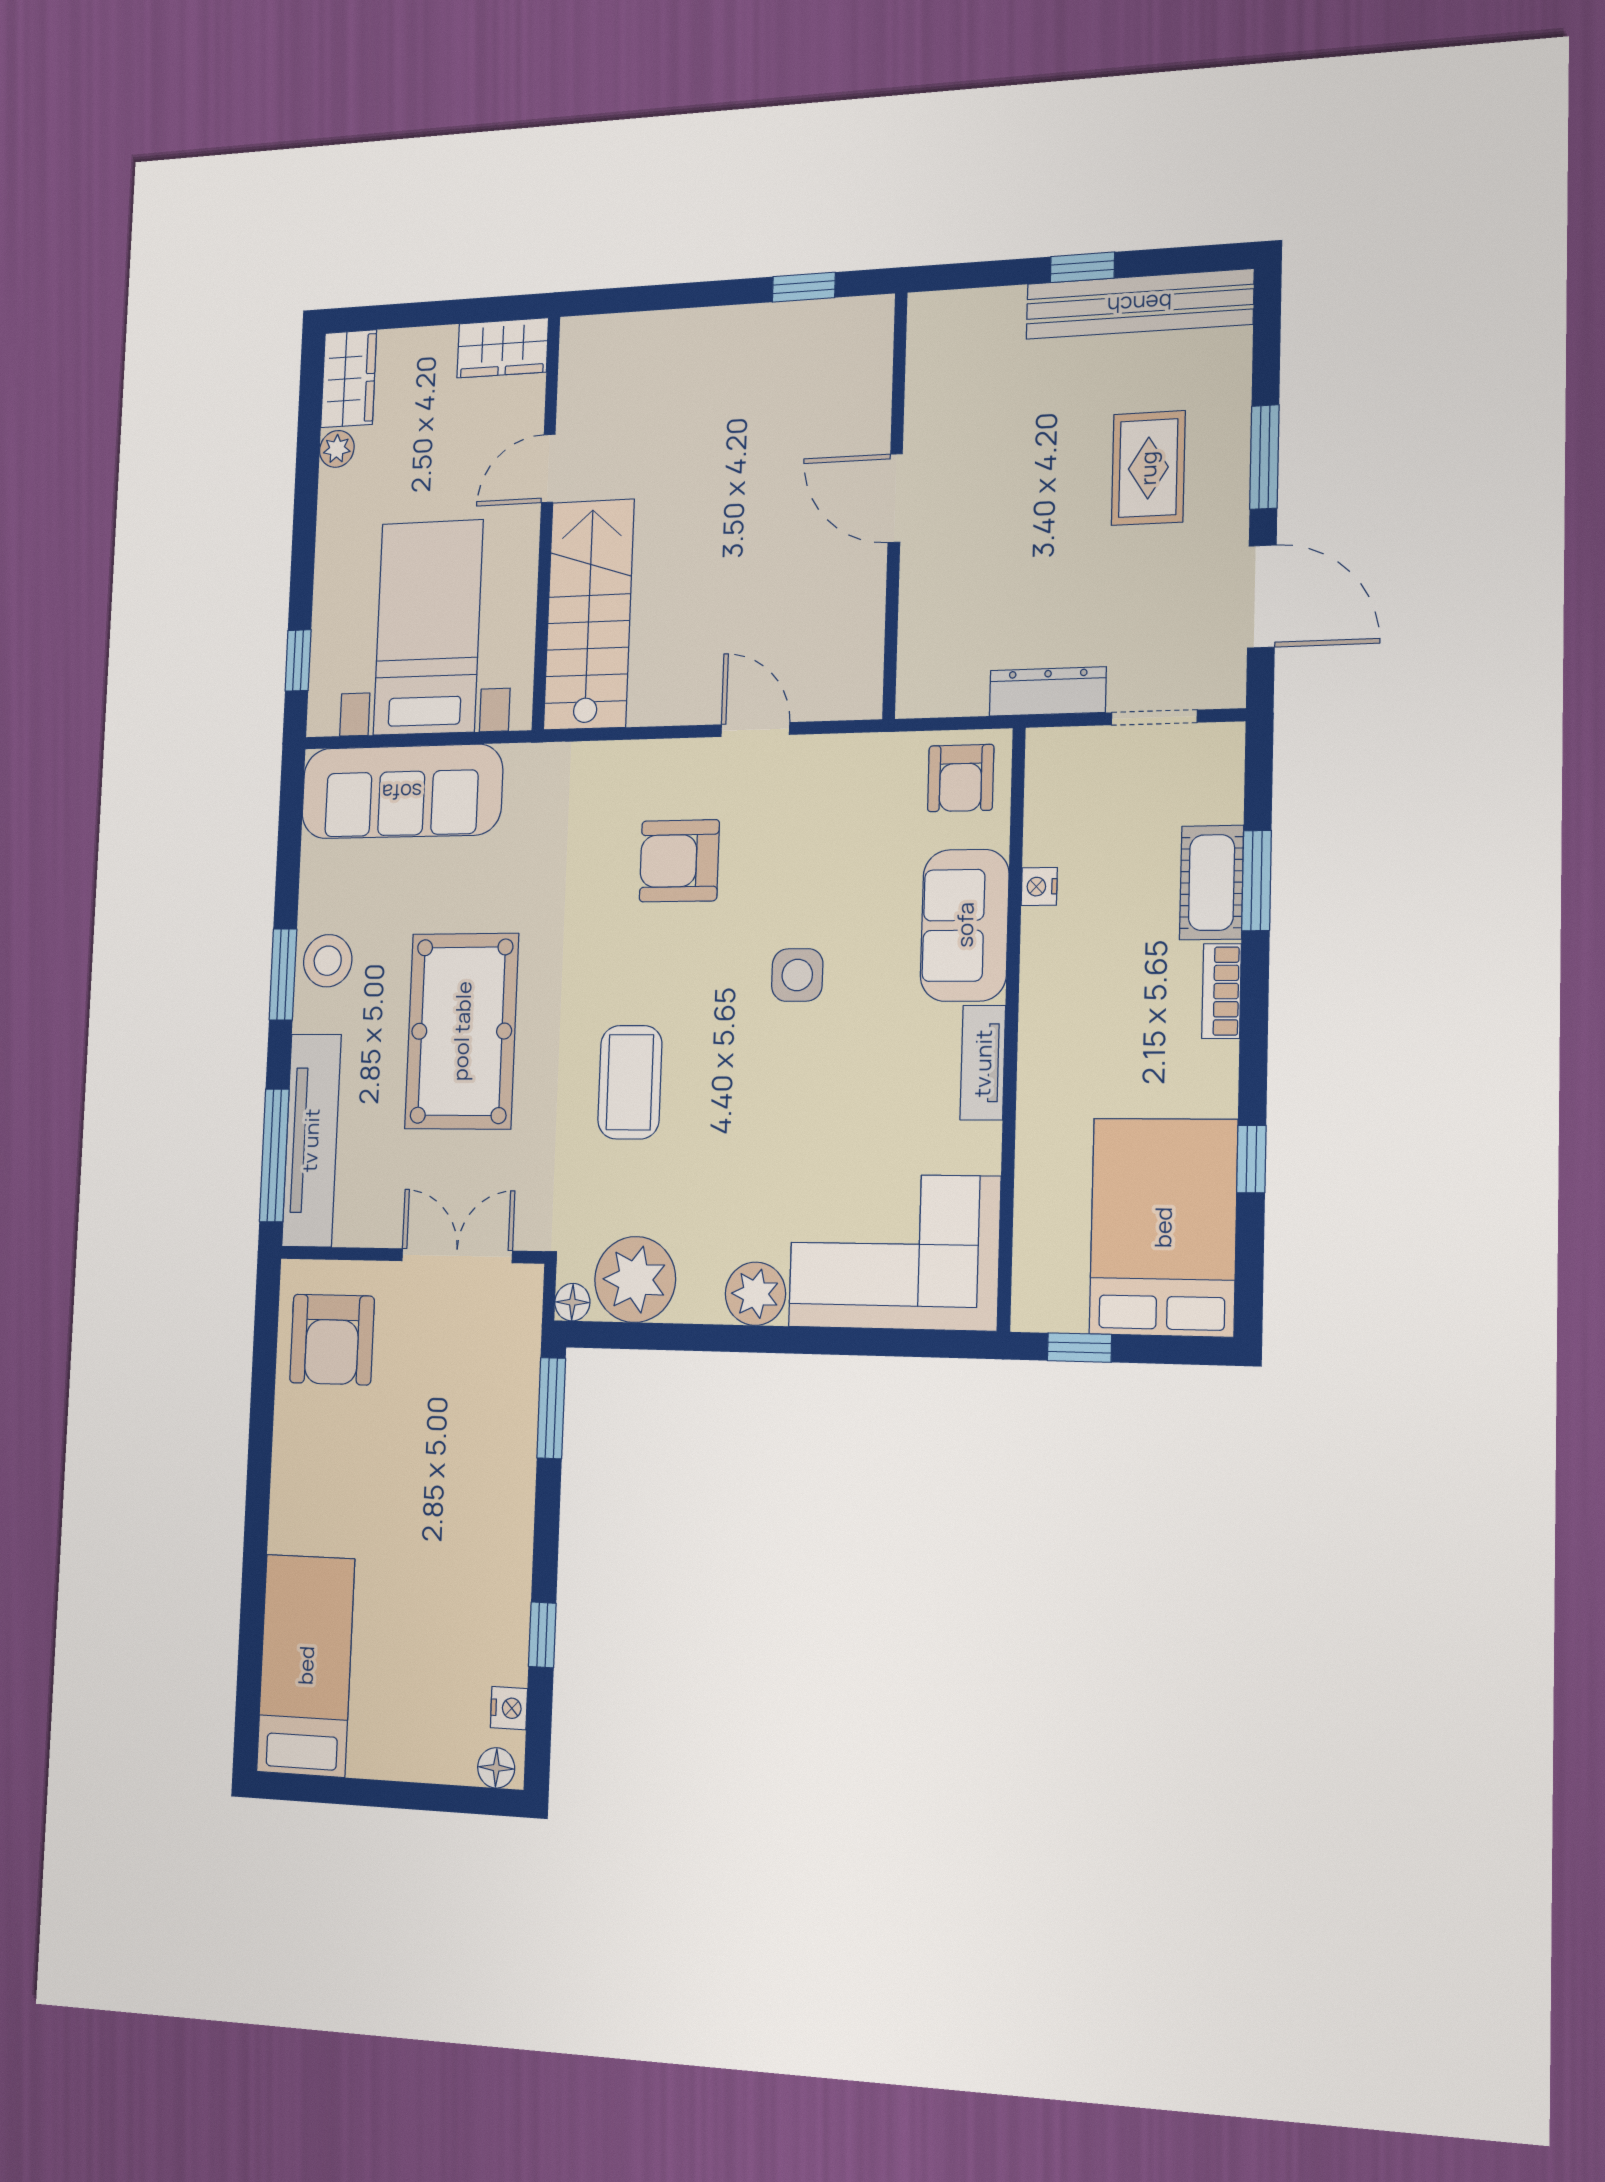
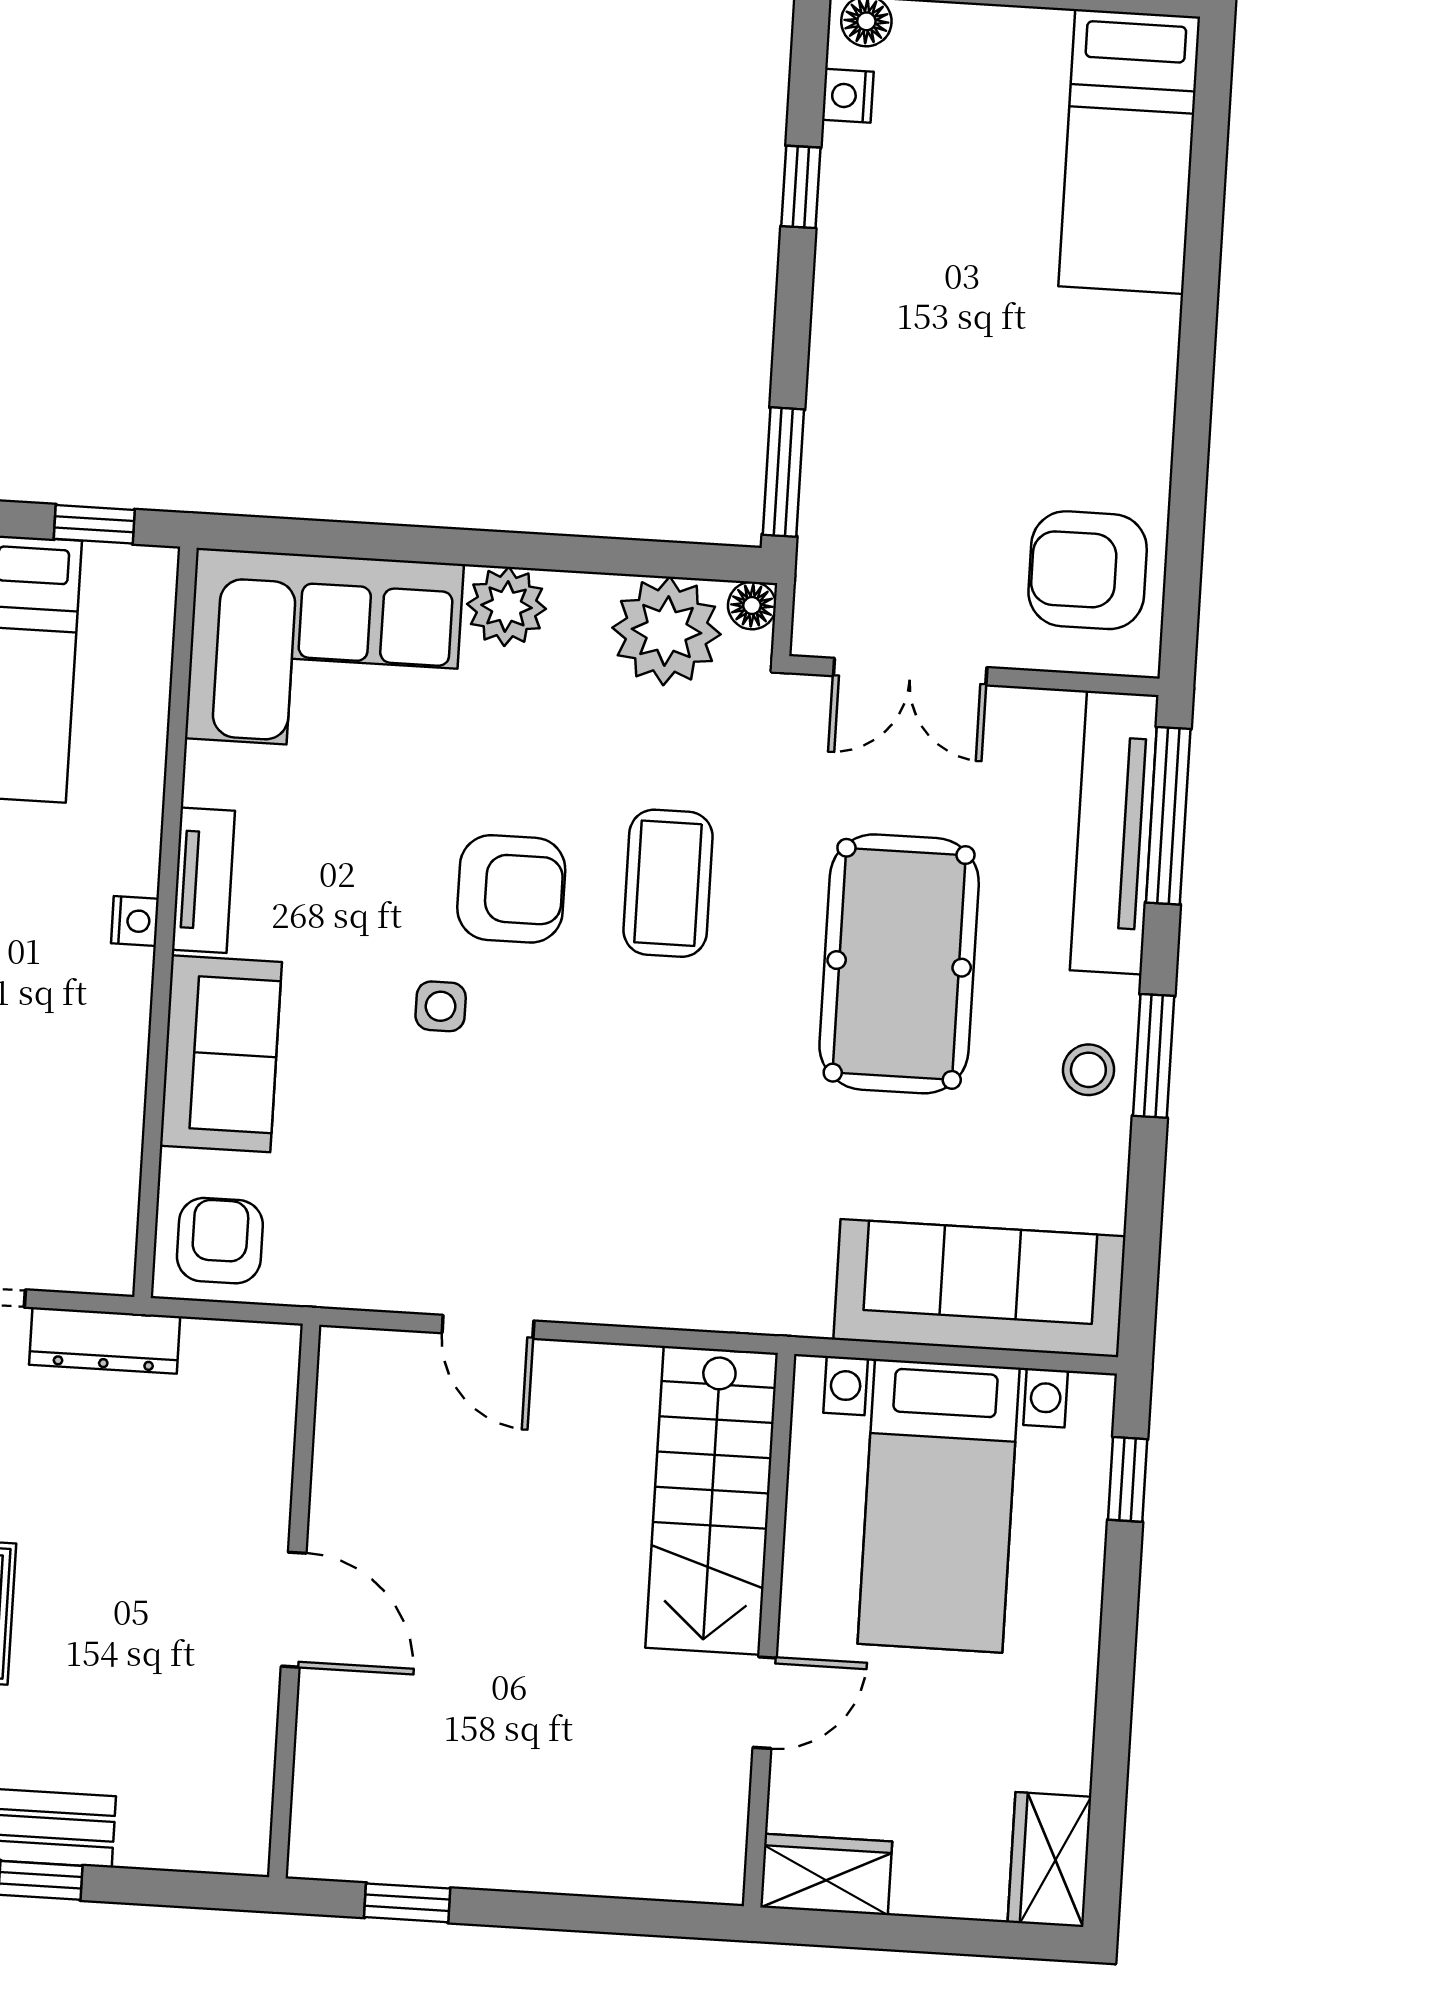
plant: (337, 449) -> (1068, 1764), removed
armchair: (679, 861) -> (511, 889), moved
nightstand: (1039, 887) -> (135, 921), moved
stool: (328, 961) -> (1088, 1070), width x0.73, depth x0.73
side table: (797, 975) -> (441, 1006), width x0.73, depth x0.73
armchair: (332, 1340) -> (1088, 570), turned -90

